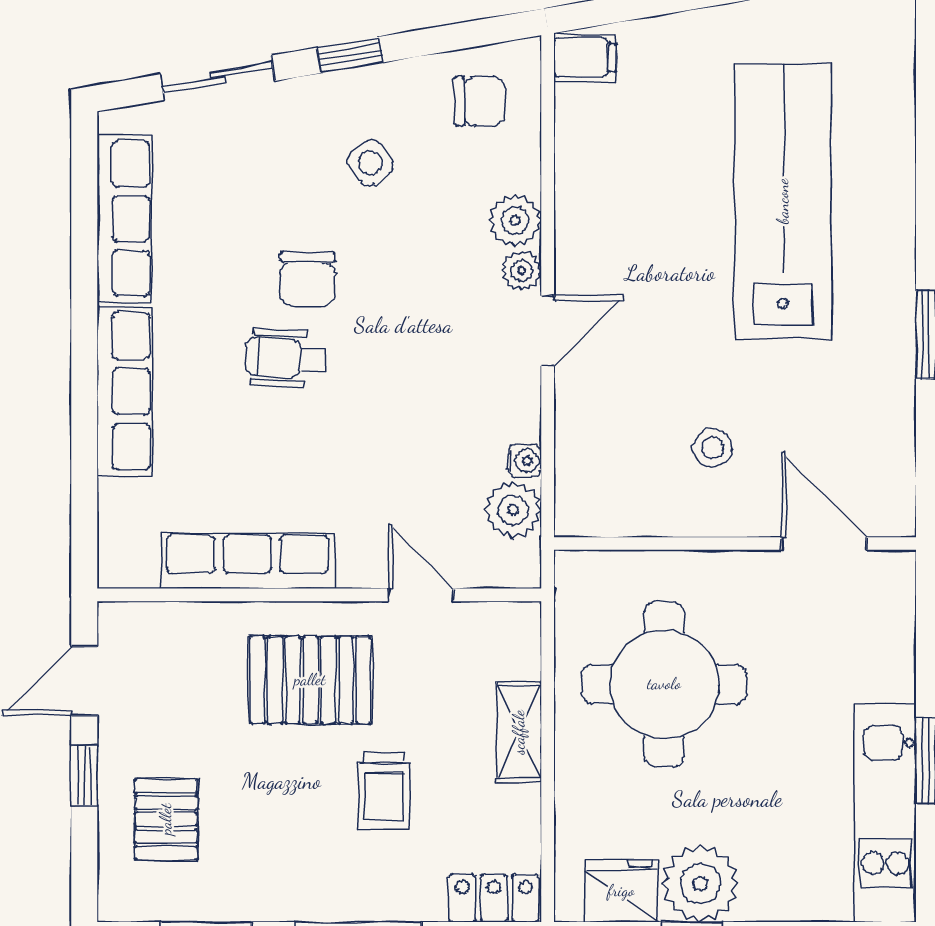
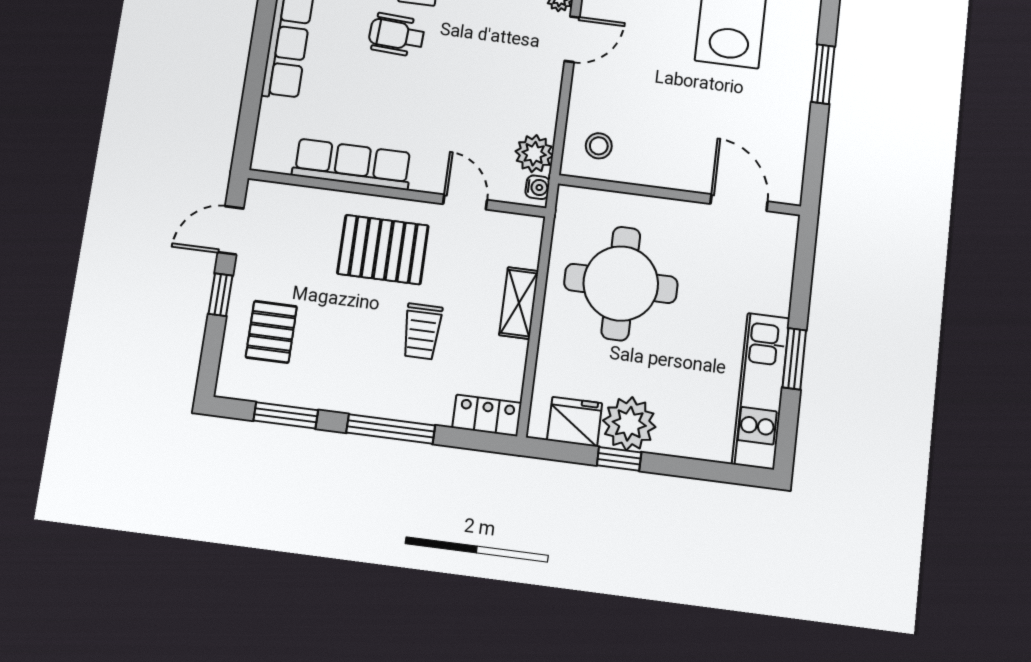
stool: (712, 448) -> (599, 146), moved
water cooler: (525, 461) -> (538, 187), moved

